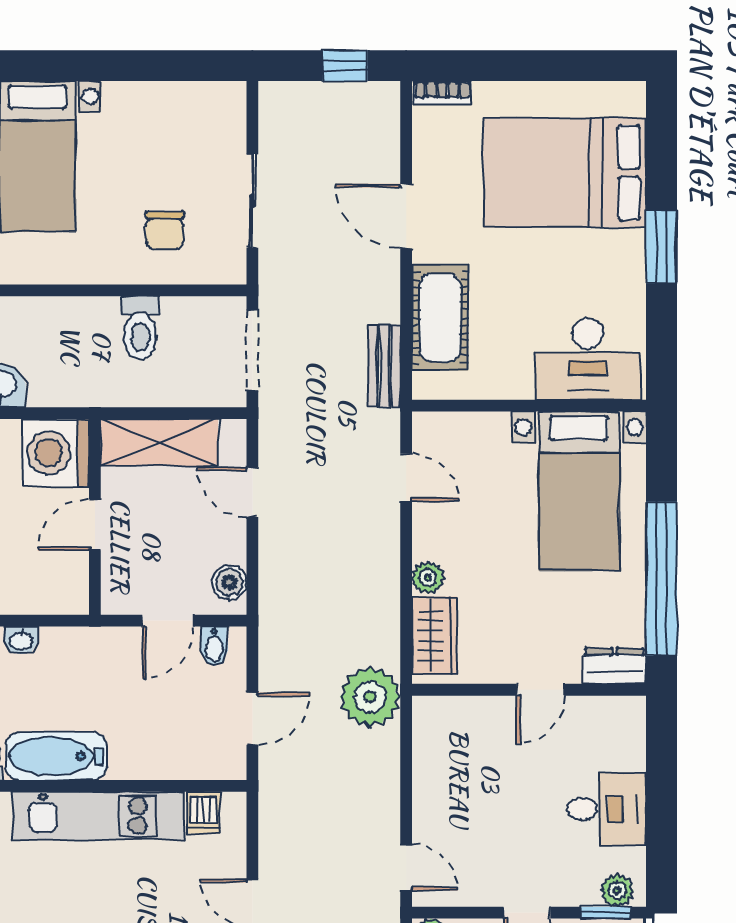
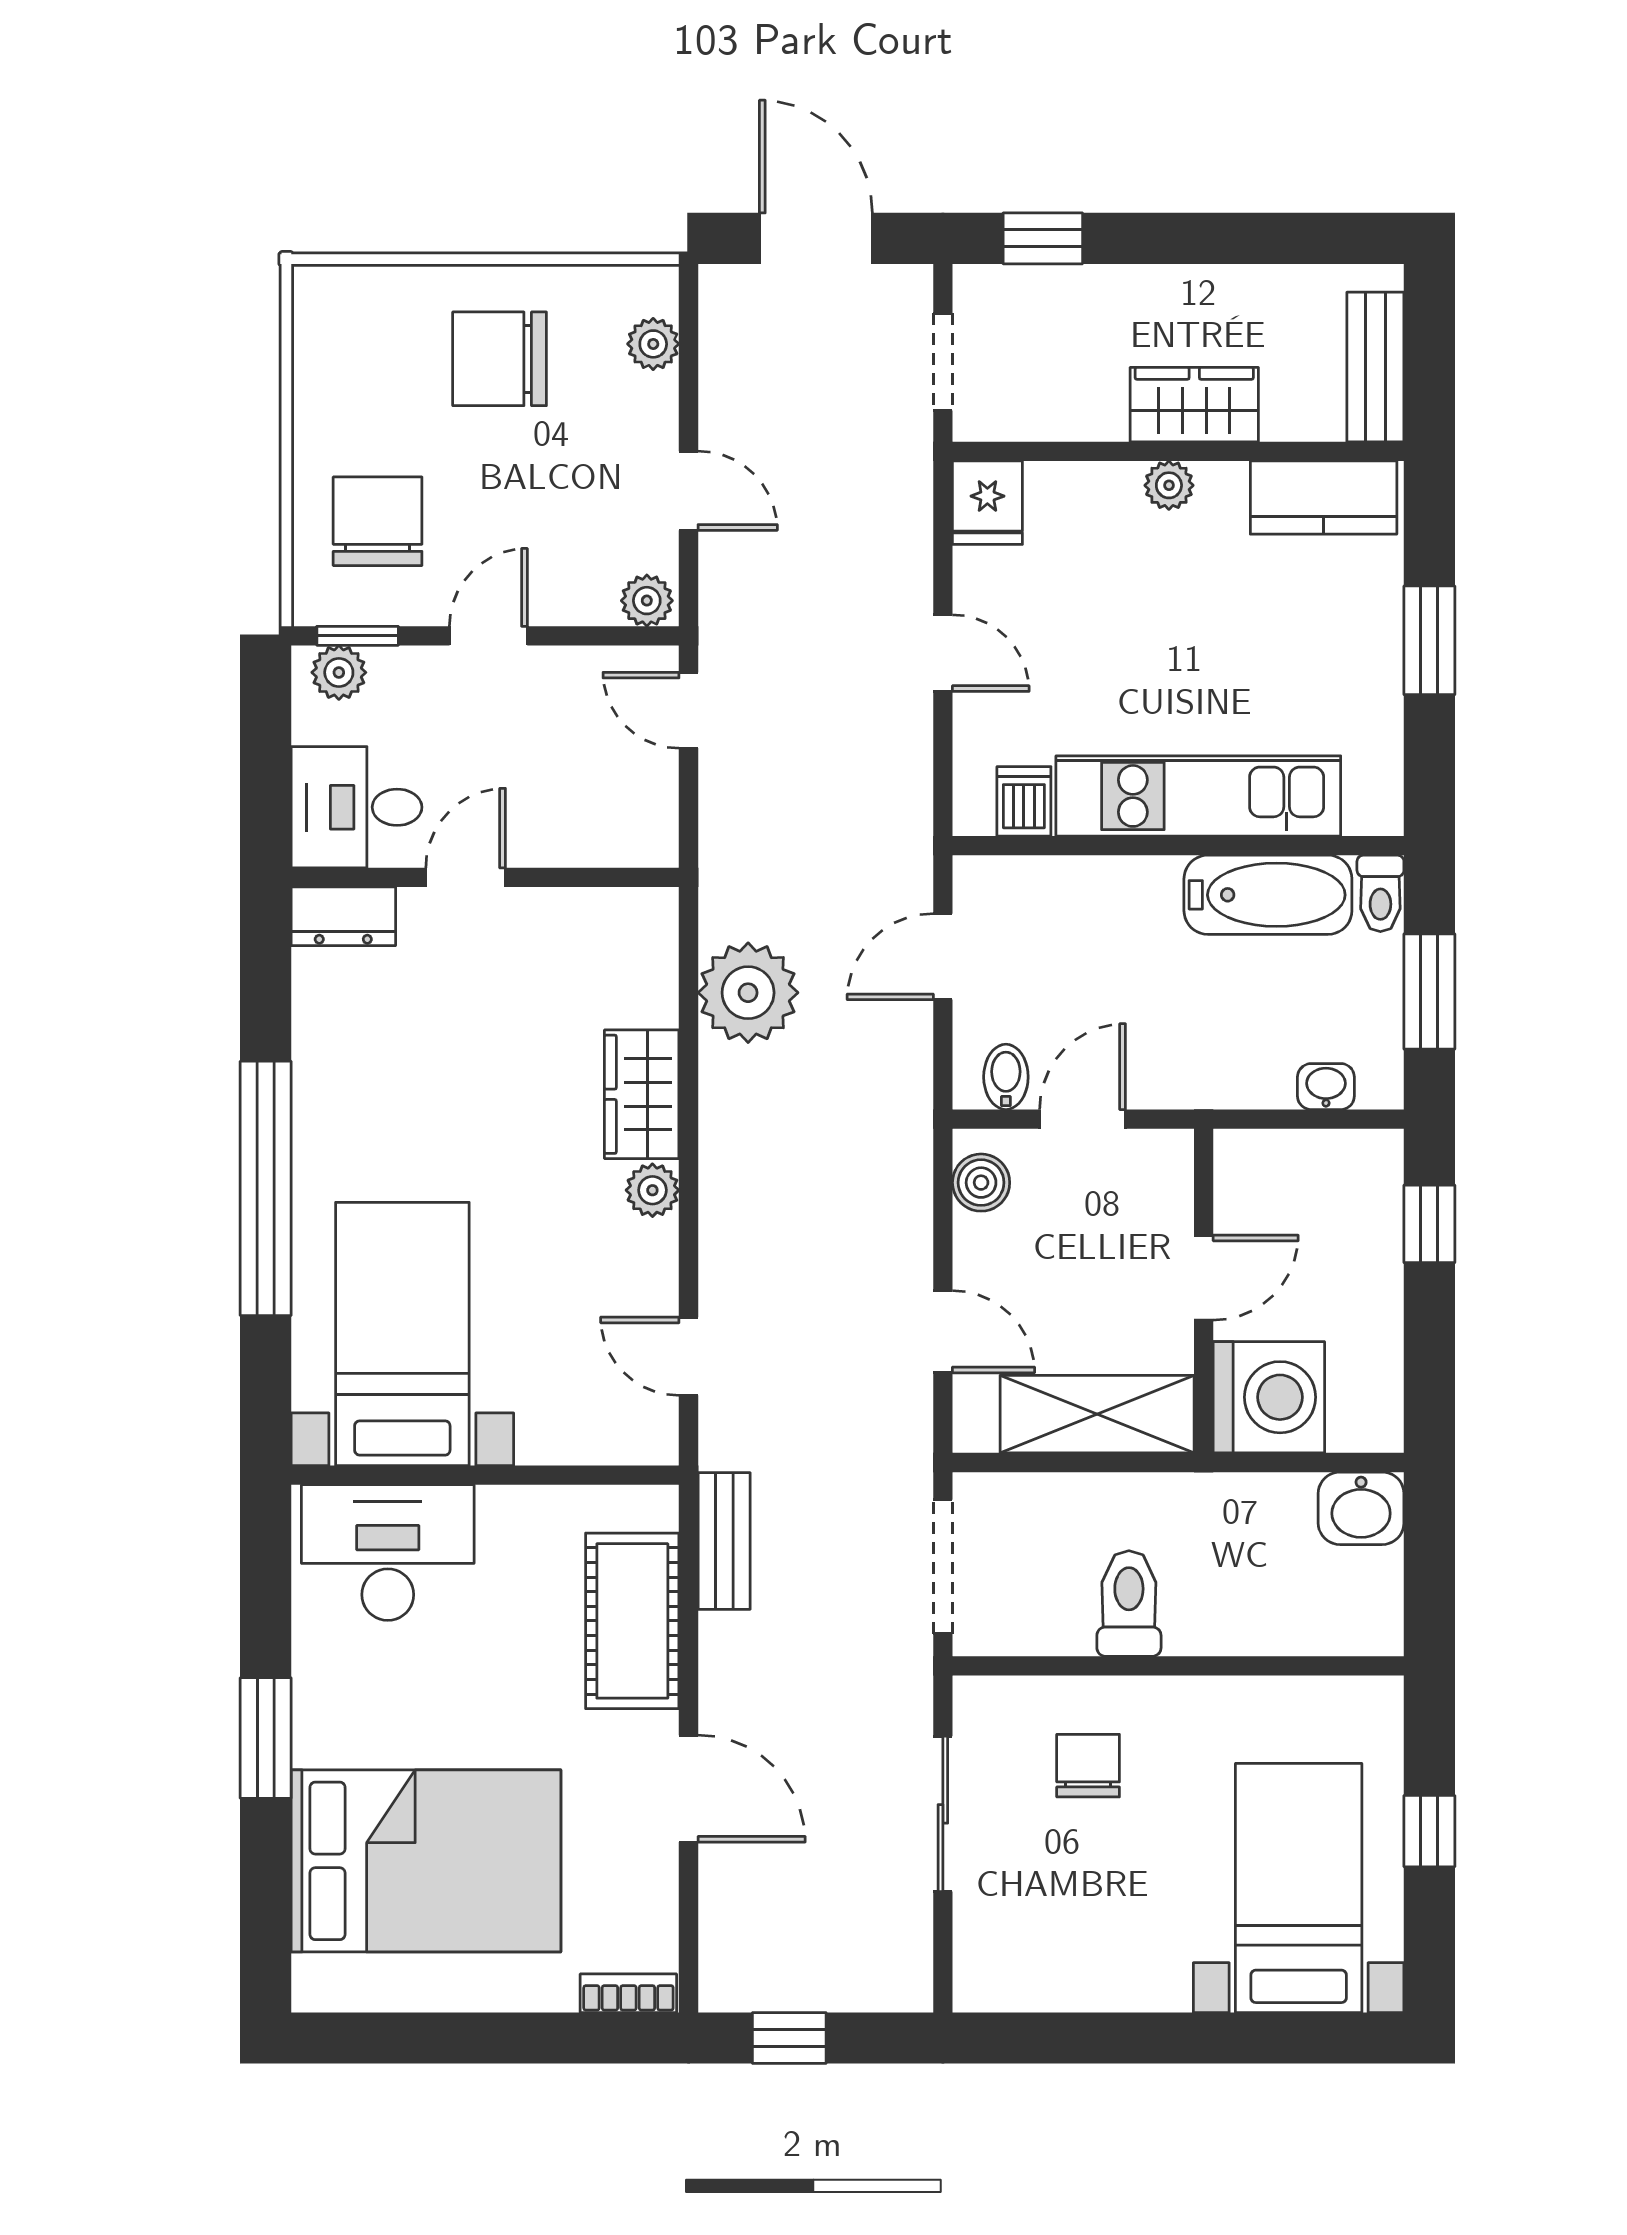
dresser: (615, 666) -> (343, 916), moved
wall: (529, 690) -> (485, 877), moved
door: (541, 690) -> (466, 877), moved

